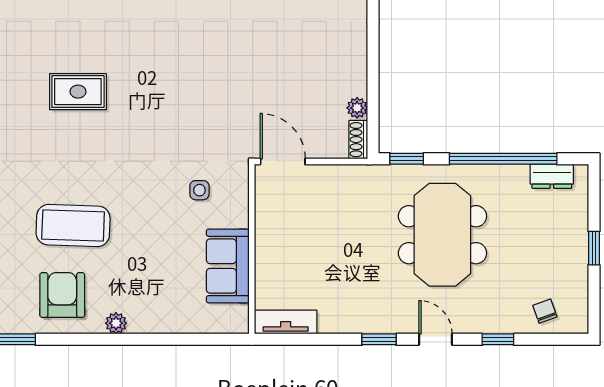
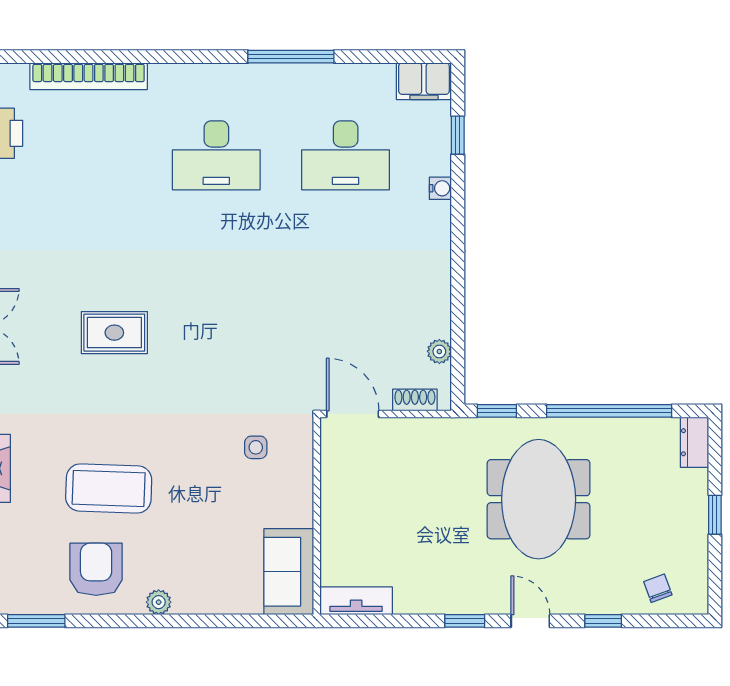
shoe rack: (358, 140) -> (415, 400), moved, turned 90
dresser: (552, 176) -> (694, 442), moved, turned 90
sofa: (228, 266) -> (289, 572), moved

